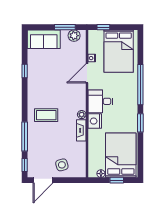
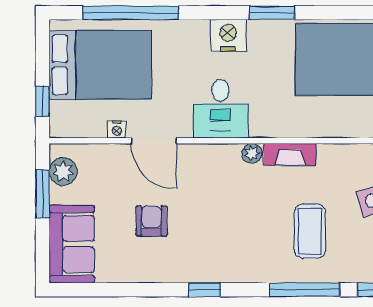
window: (25, 71) -> (205, 290), moved
armchair: (53, 73) -> (151, 221), added
window: (140, 85) -> (131, 13), moved
coffee table: (46, 115) -> (310, 231), moved
nightstand: (95, 121) -> (228, 35), moved, turned 180

